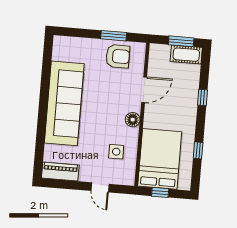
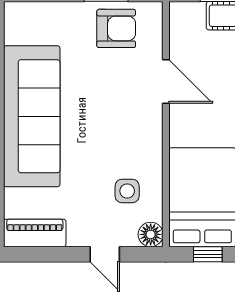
door: (144, 90) -> (166, 81), hinge flipped
floor lamp: (133, 120) -> (151, 234), moved

